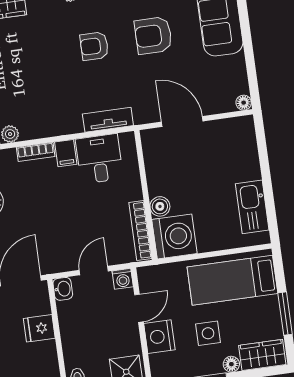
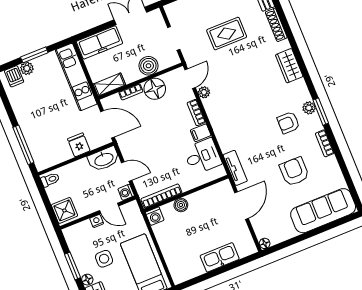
armchair: (94, 46) -> (288, 123), moved, turned -90
tv unit: (108, 120) -> (235, 168), moved
kitchen sink: (252, 207) -> (220, 257), moved
washing machine: (174, 236) -> (155, 216), width x0.53, depth x0.53
washbasin: (63, 289) -> (104, 159), width x1.91, depth x1.45
nightstand: (159, 337) -> (97, 221), width x0.53, depth x0.56

